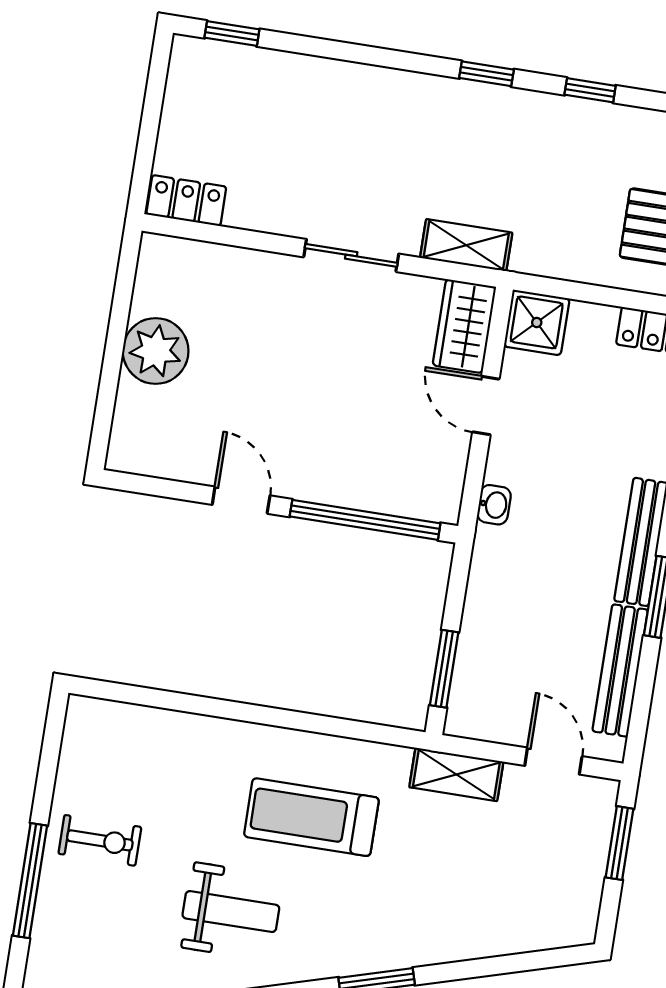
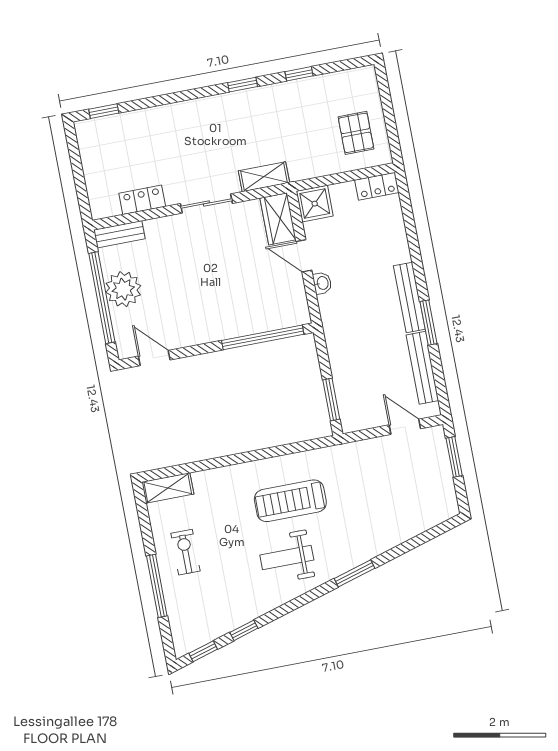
locker: (186, 201) -> (142, 200), moved
bench: (183, 254) -> (119, 234), added
window: (114, 352) -> (102, 298), added
door: (241, 500) -> (154, 358), moved
washbasin: (494, 505) -> (322, 283), moved
shelving: (456, 774) -> (168, 488), moved
exercise bike: (100, 840) -> (185, 552), turned -90
weight bench: (231, 912) -> (287, 557), moved, turned 180

